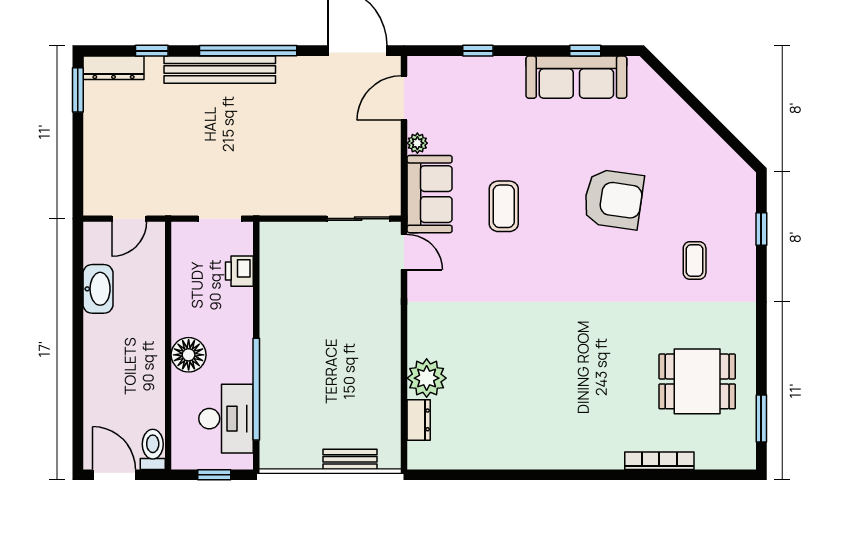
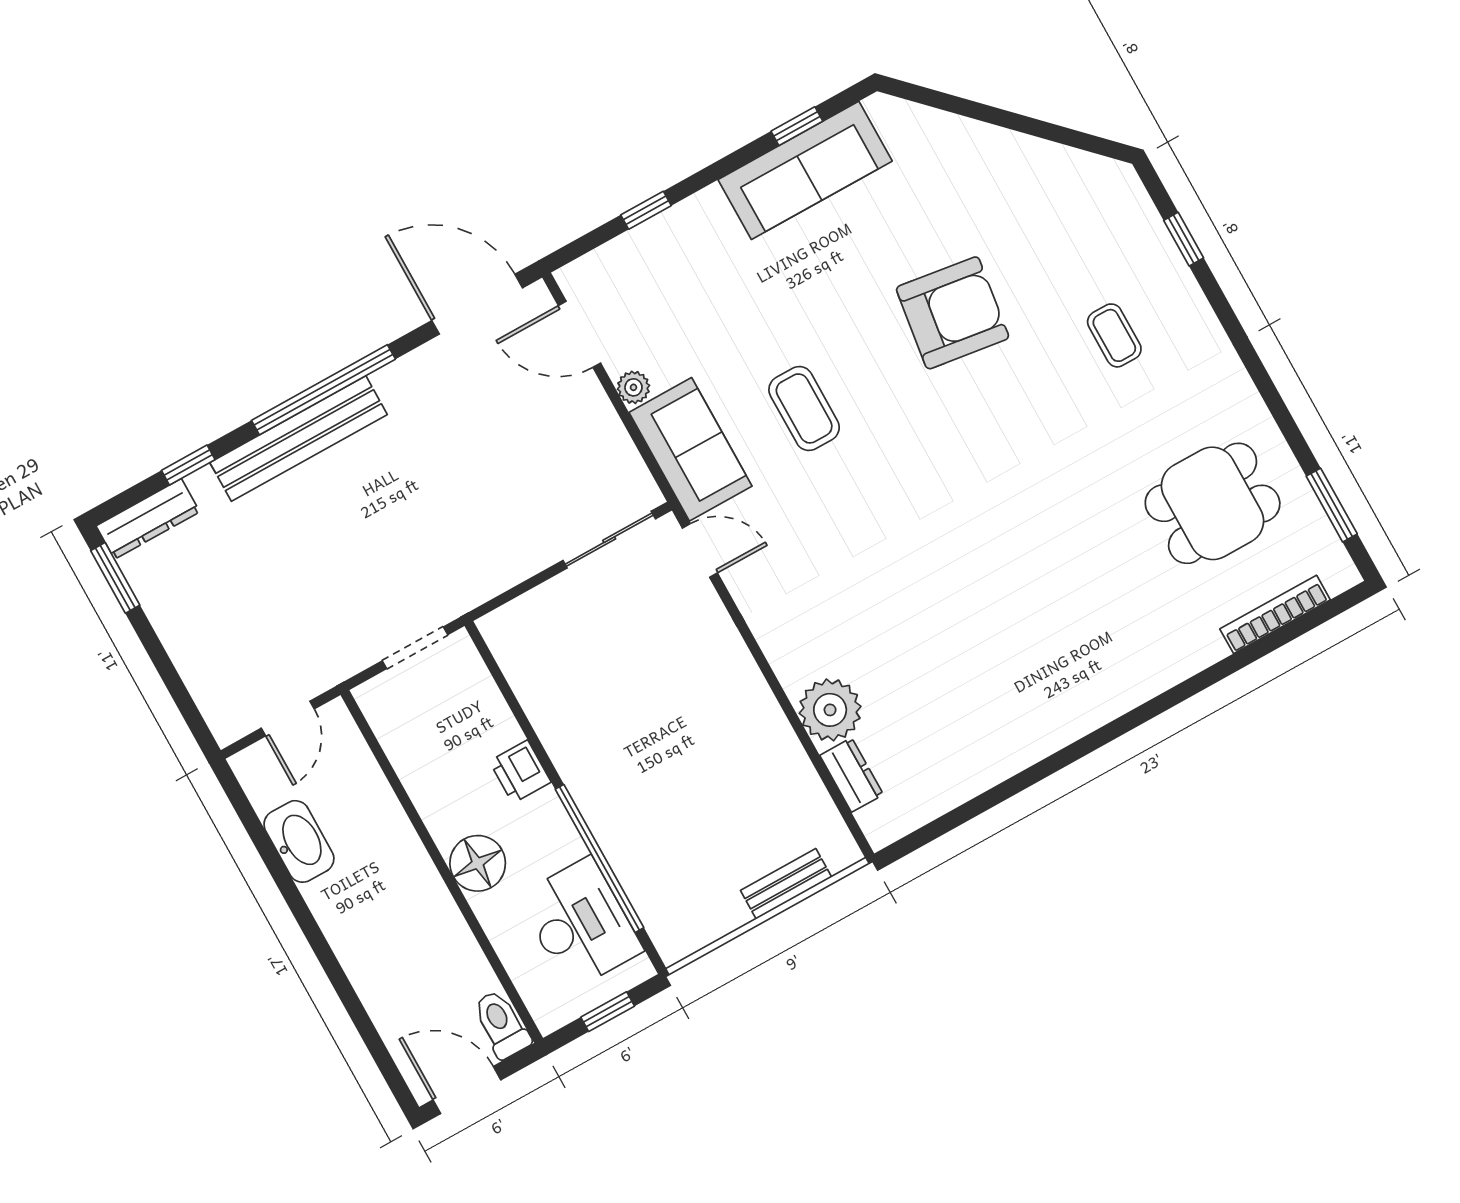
door: (404, 98) -> (580, 334), hinge flipped
printer: (239, 271) -> (520, 772), moved
bookcase: (659, 461) -> (1275, 614), moved

